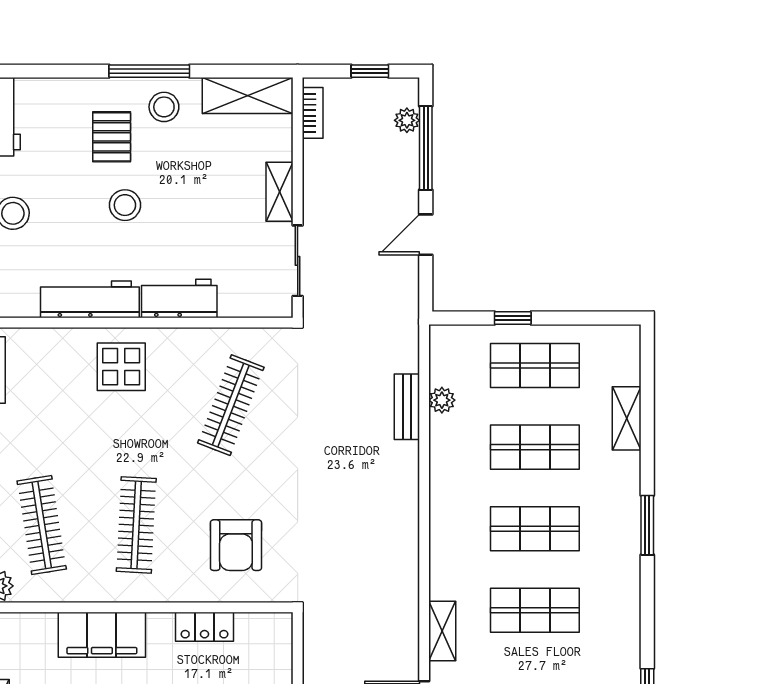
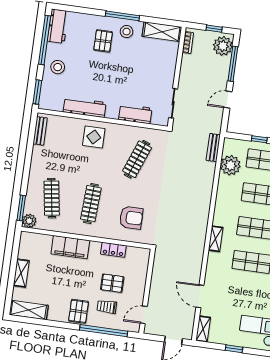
plant: (407, 120) -> (223, 46), width x1.87, depth x1.87
shelving: (280, 192) -> (170, 73), removed
stool: (125, 205) -> (105, 70), removed
workbench: (179, 298) -> (135, 114), moved
plant: (442, 400) -> (230, 165), width x1.87, depth x1.87
bench: (407, 407) -> (213, 148), moved
armchair: (236, 545) -> (131, 218), turned -90
shelving: (442, 631) -> (216, 239), moved

